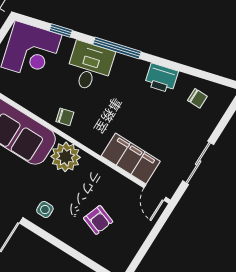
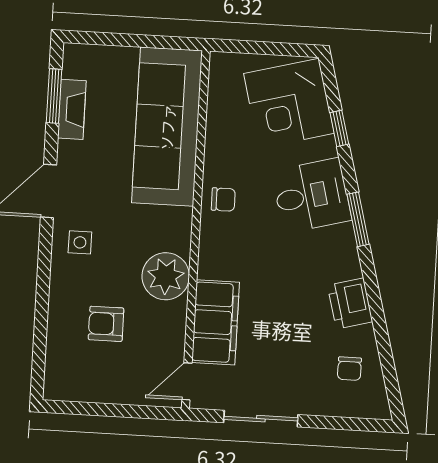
window: (117, 48) -> (358, 219), width x0.69
chair: (65, 117) -> (223, 199), turned -75
plant: (66, 157) -> (166, 276), moved
armchair: (98, 220) -> (106, 324), turned 70

